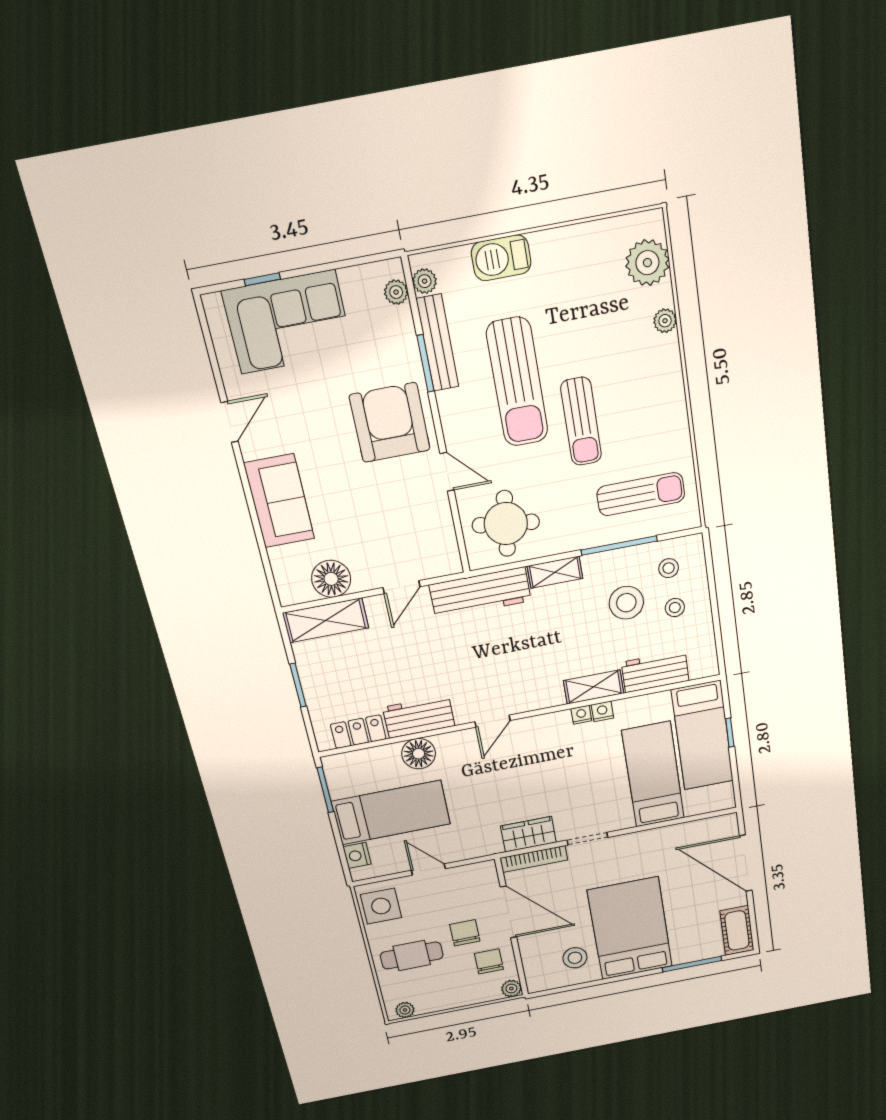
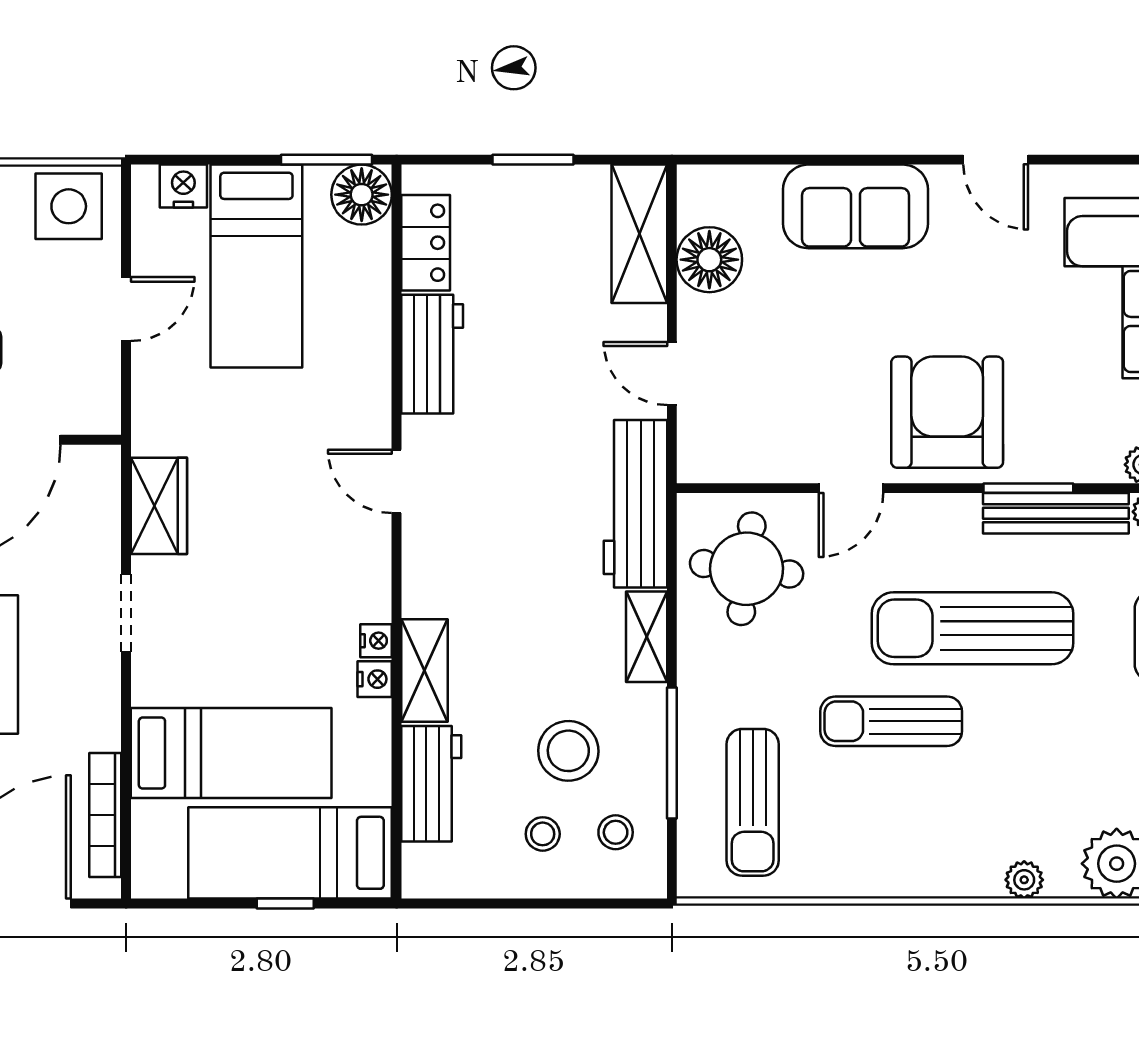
armchair: (390, 423) -> (947, 412), turned -90
floor lamp: (419, 754) -> (362, 195), moved
bookcase: (534, 859) -> (105, 815), moved

